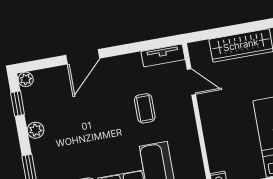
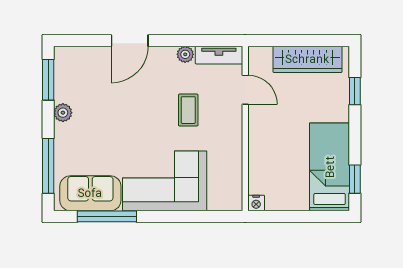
plant: (26, 79) -> (185, 54), moved
window: (18, 104) -> (48, 80), width x1.50

